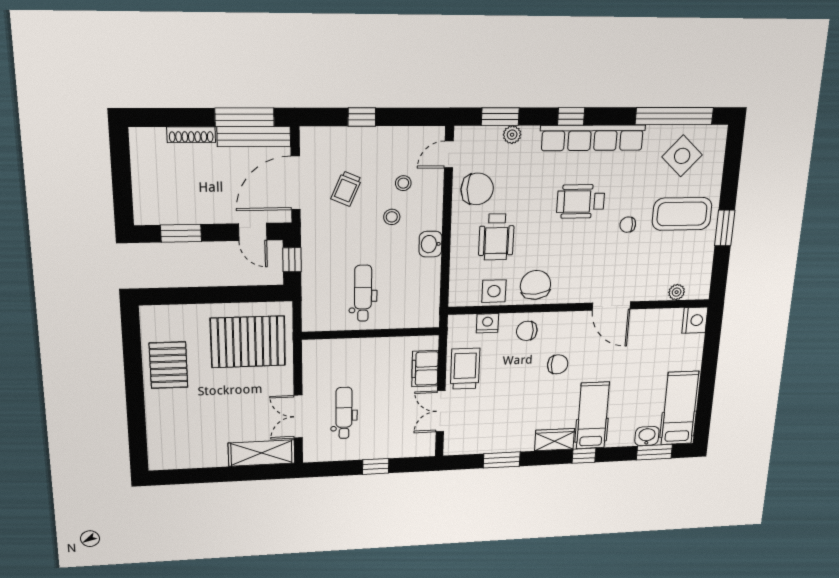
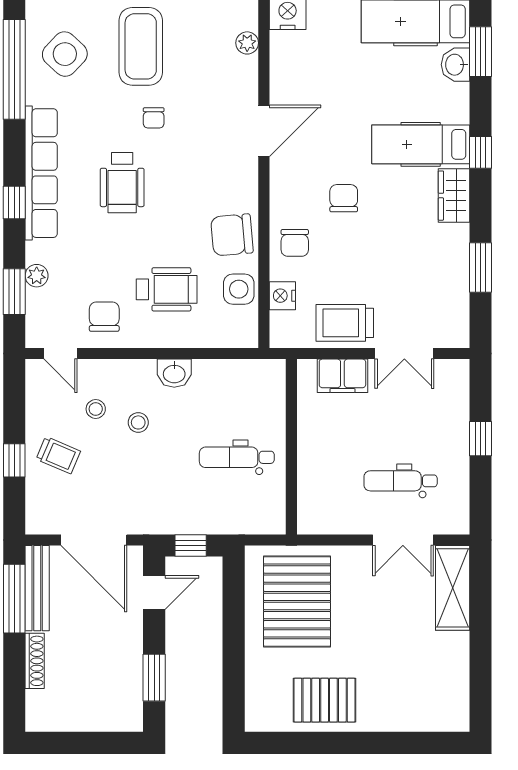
trolley: (346, 189) -> (58, 455), moved
chair: (477, 189) -> (104, 317), width x0.73, depth x0.73

